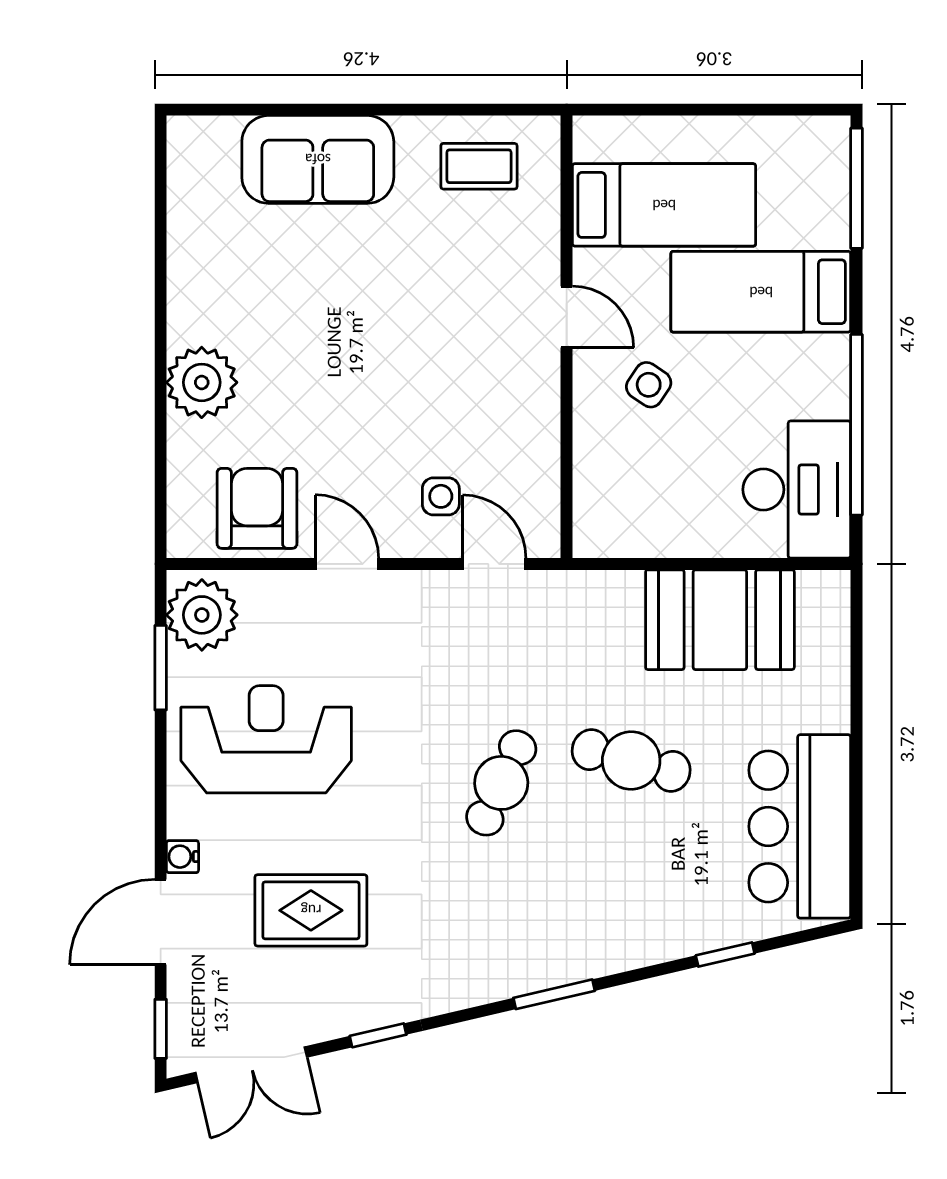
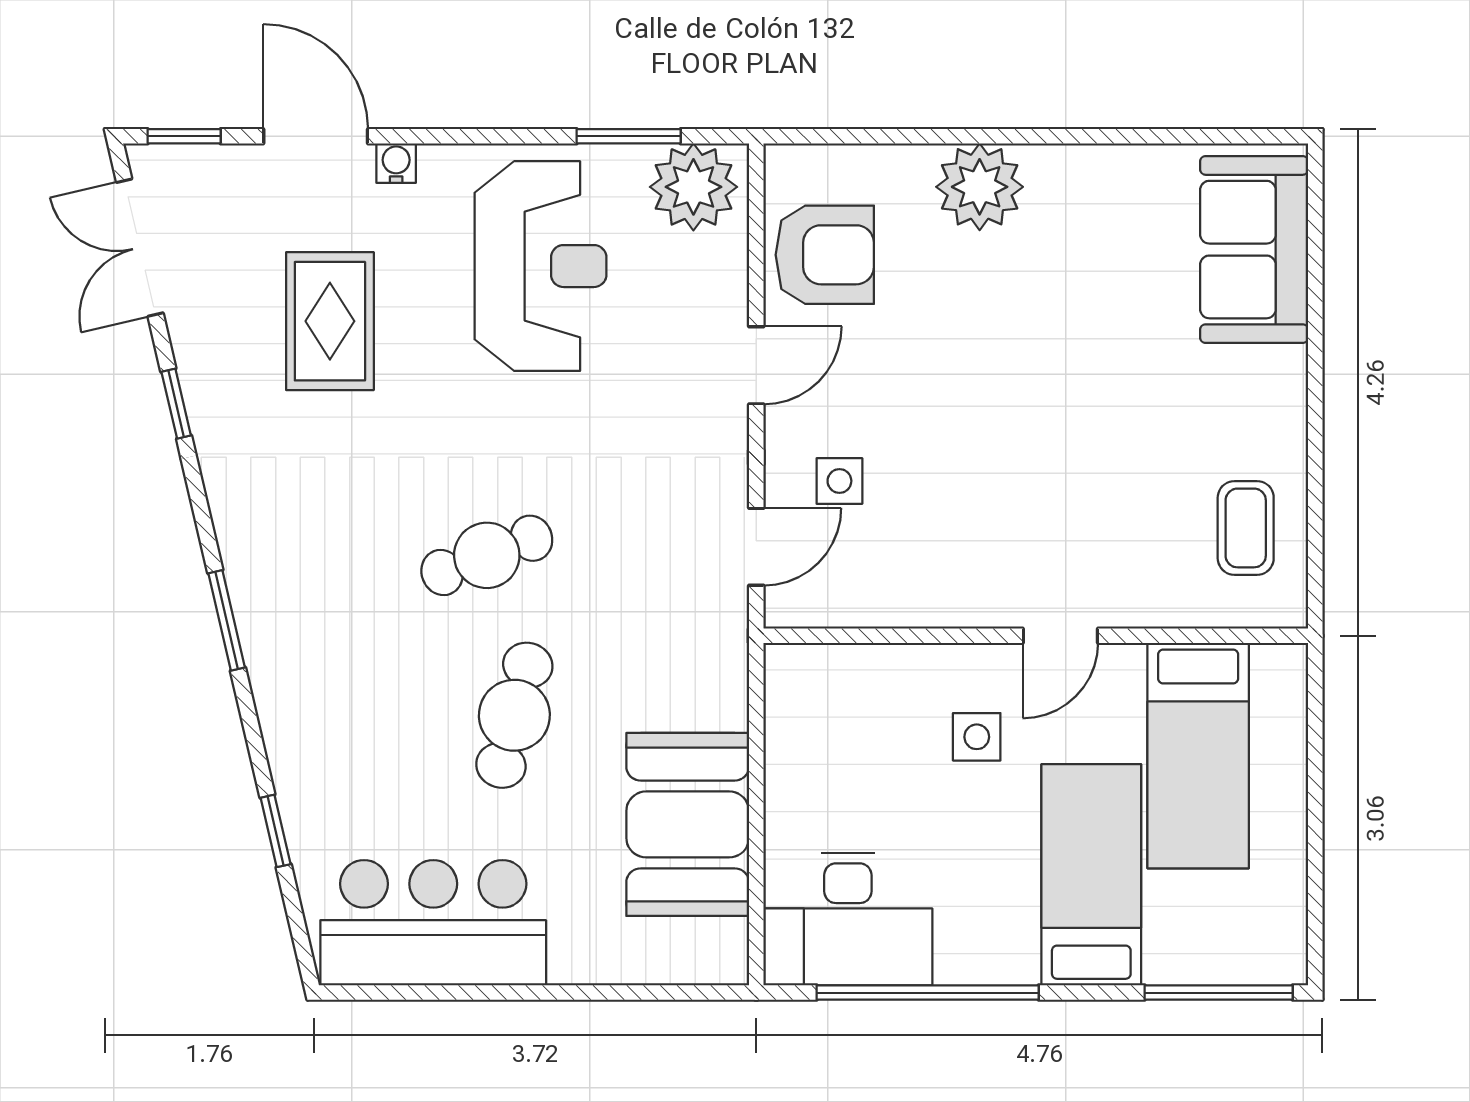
sofa: (318, 159) -> (1254, 250), moved
side table: (649, 385) -> (977, 737), turned -34
cafe table: (501, 783) -> (487, 555), turned -46

